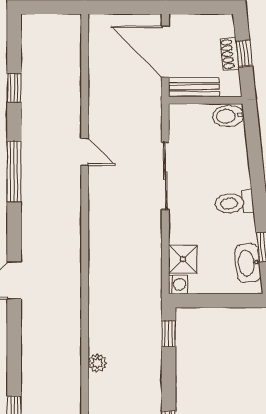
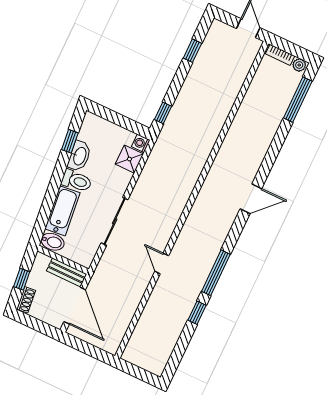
shoe rack: (230, 54) -> (26, 300), moved
window: (14, 88) -> (197, 313), moved
bathtub: (234, 159) -> (62, 211), added
washbasin: (248, 263) -> (79, 156), moved
plant: (97, 363) -> (221, 116), removed

